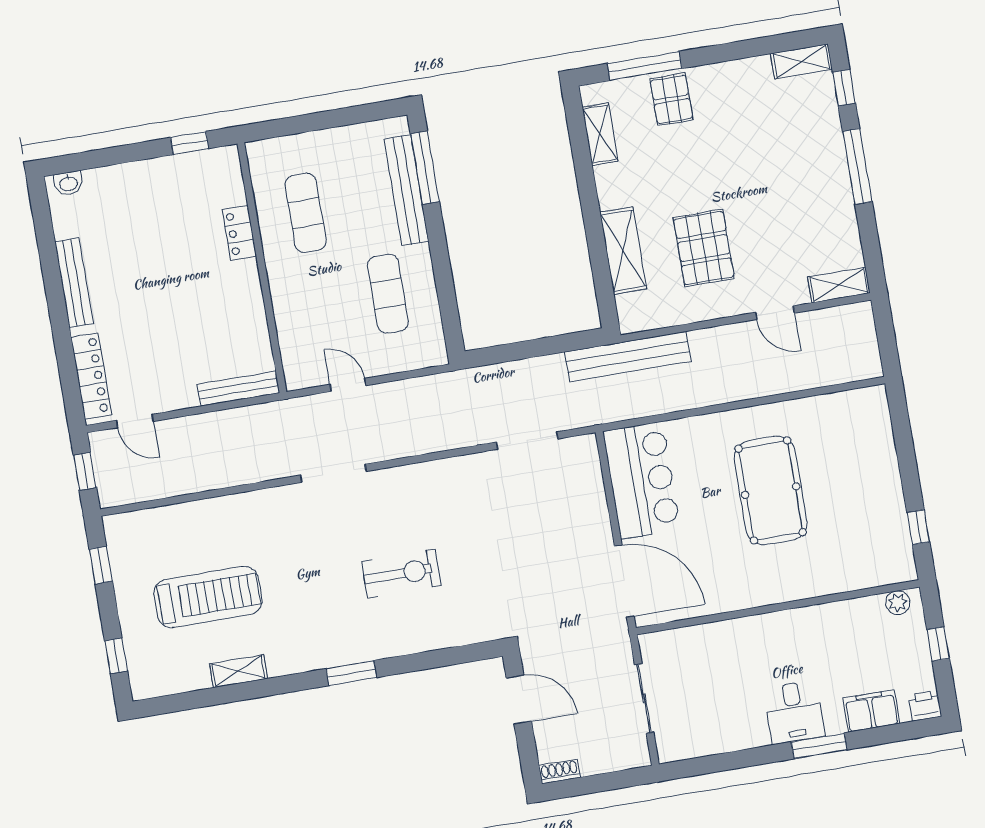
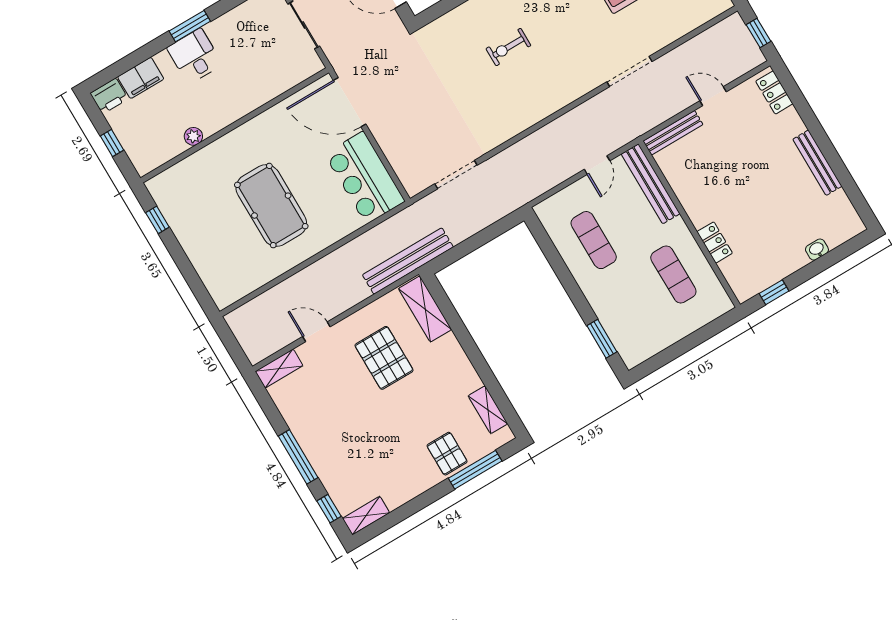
window: (425, 168) -> (602, 339), width x0.69
washbasin: (68, 183) -> (817, 250), moved
bench: (406, 190) -> (651, 184), moved
shelving: (623, 251) -> (425, 309), moved
locker: (91, 376) -> (774, 92), width x0.66
door: (348, 385) -> (597, 165), hinge flipped
door: (135, 421) -> (713, 96), moved
doorway: (333, 473) -> (629, 72), moved
exercise bike: (401, 573) -> (508, 47), width x0.73, depth x0.72
plant: (898, 603) -> (193, 136), moved
printer: (925, 706) -> (109, 96), width x1.36, depth x1.24
window: (819, 746) -> (190, 26), moved

